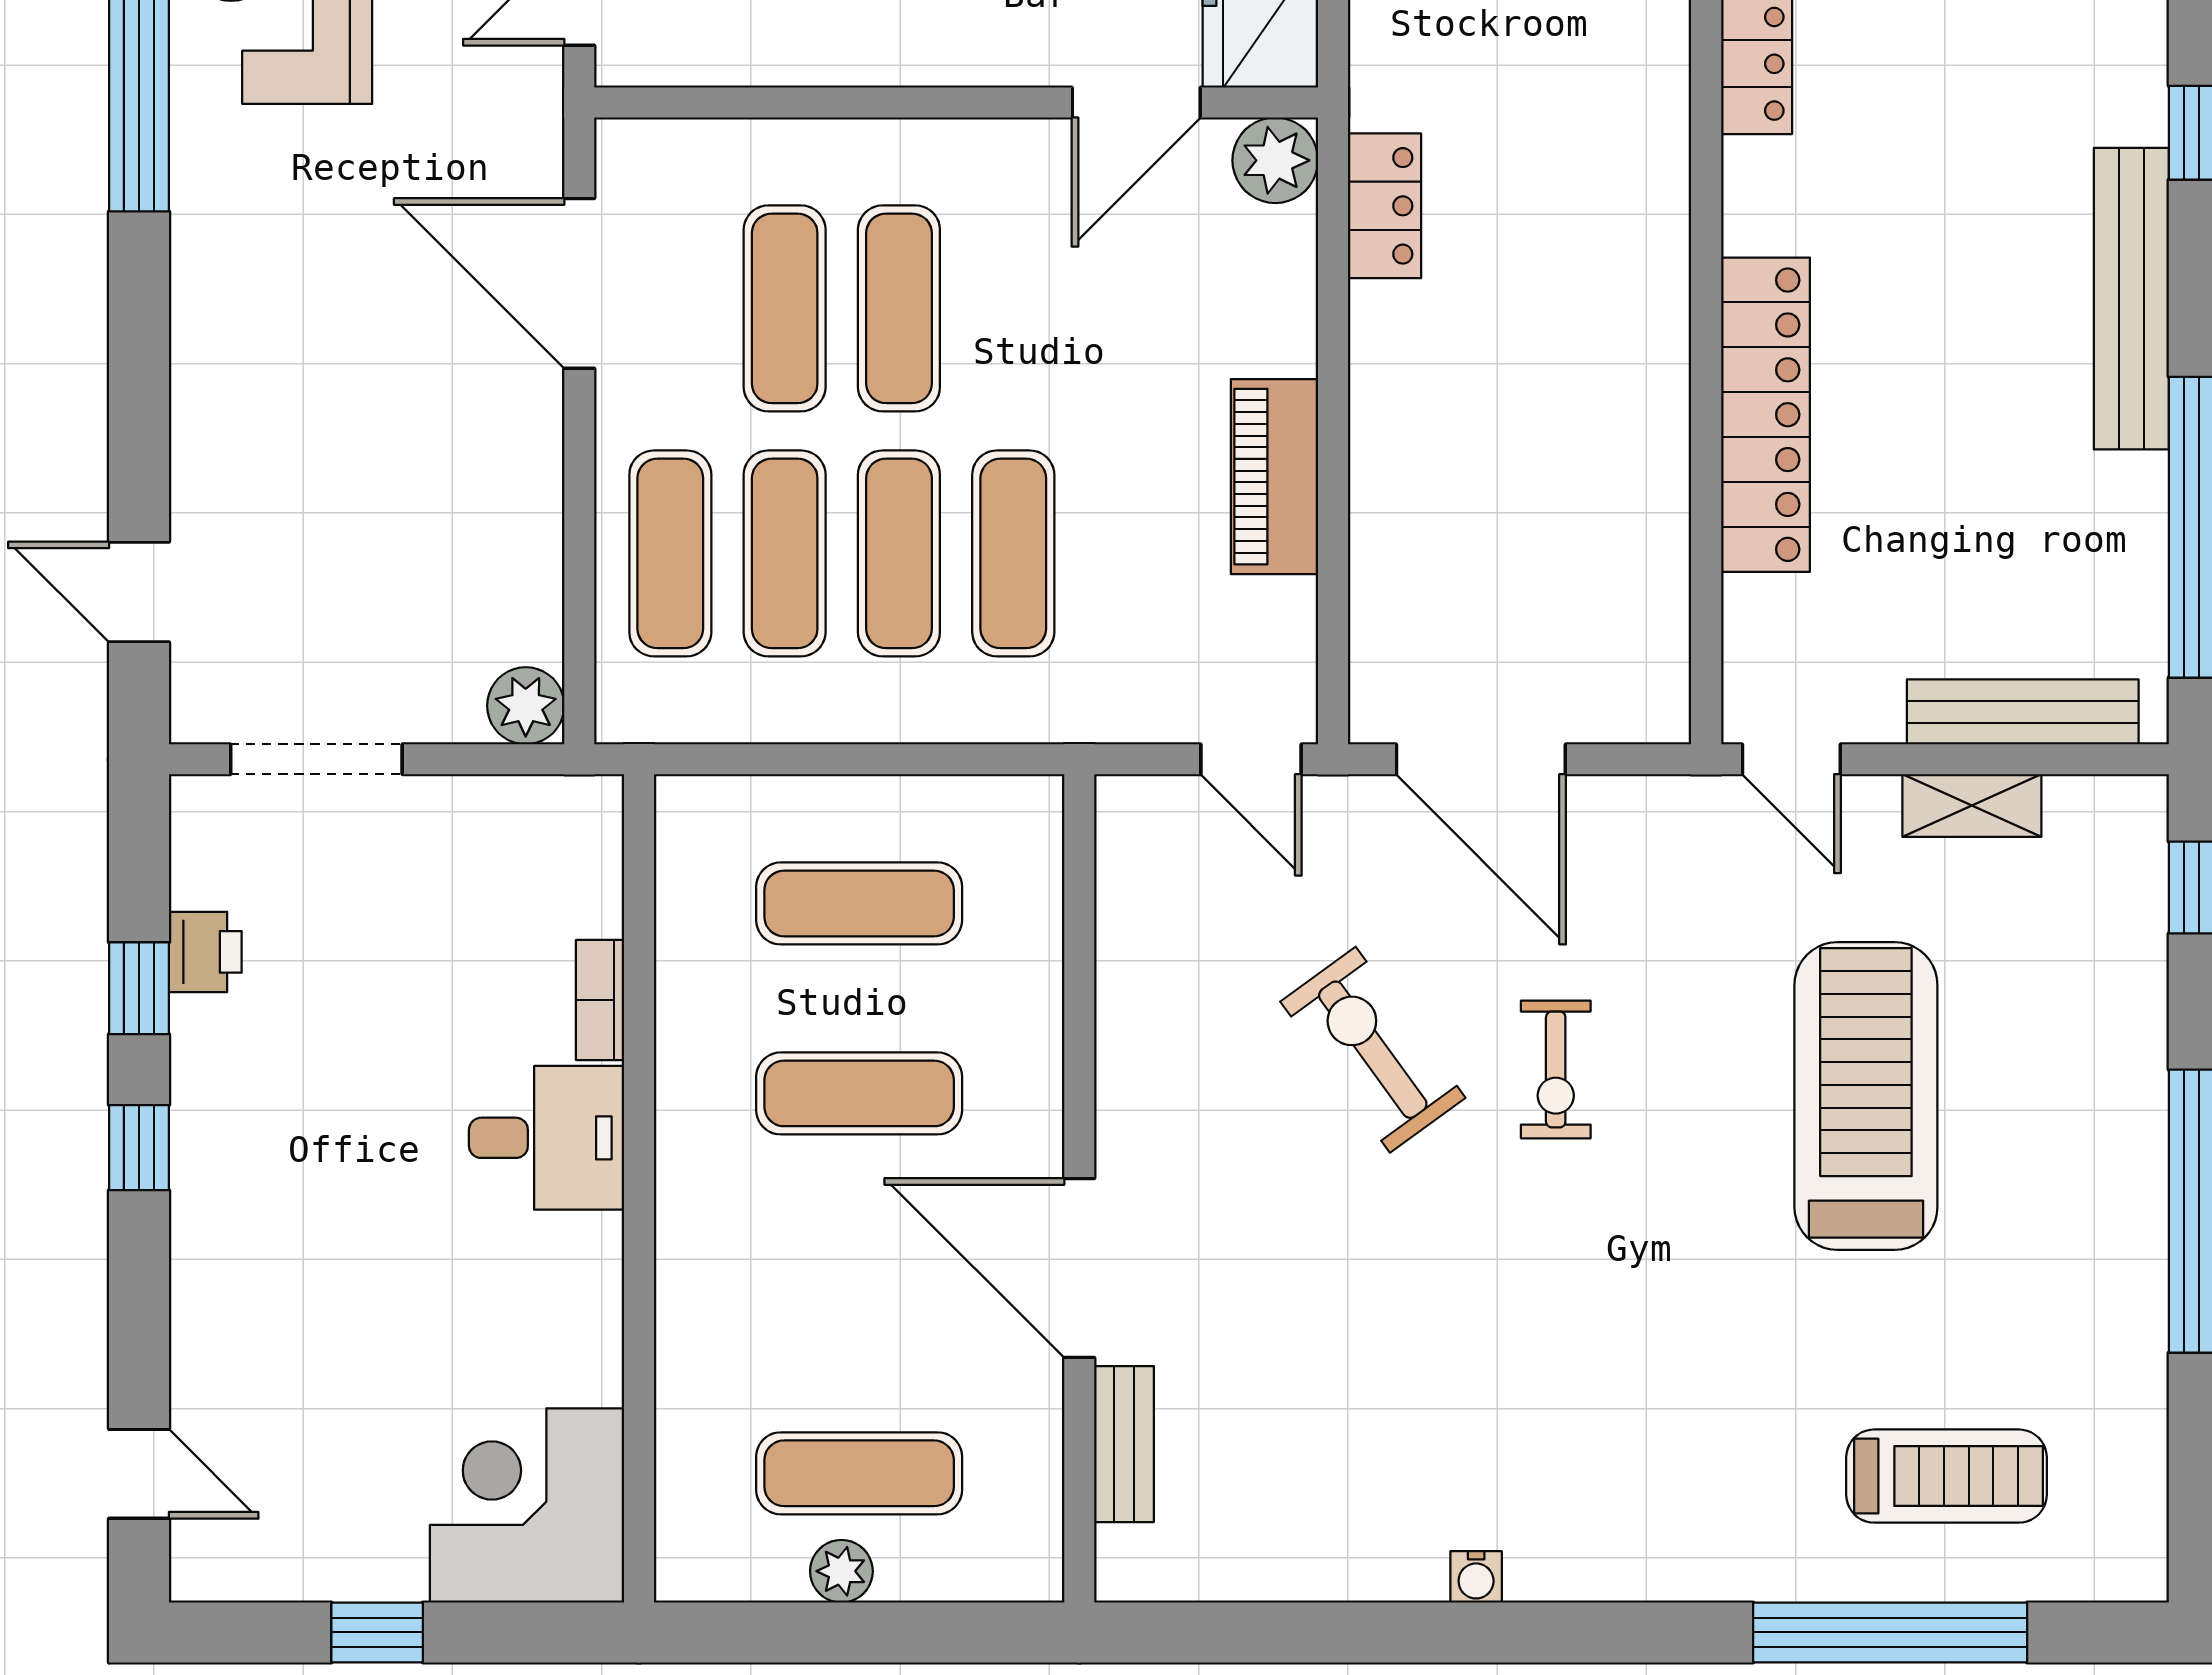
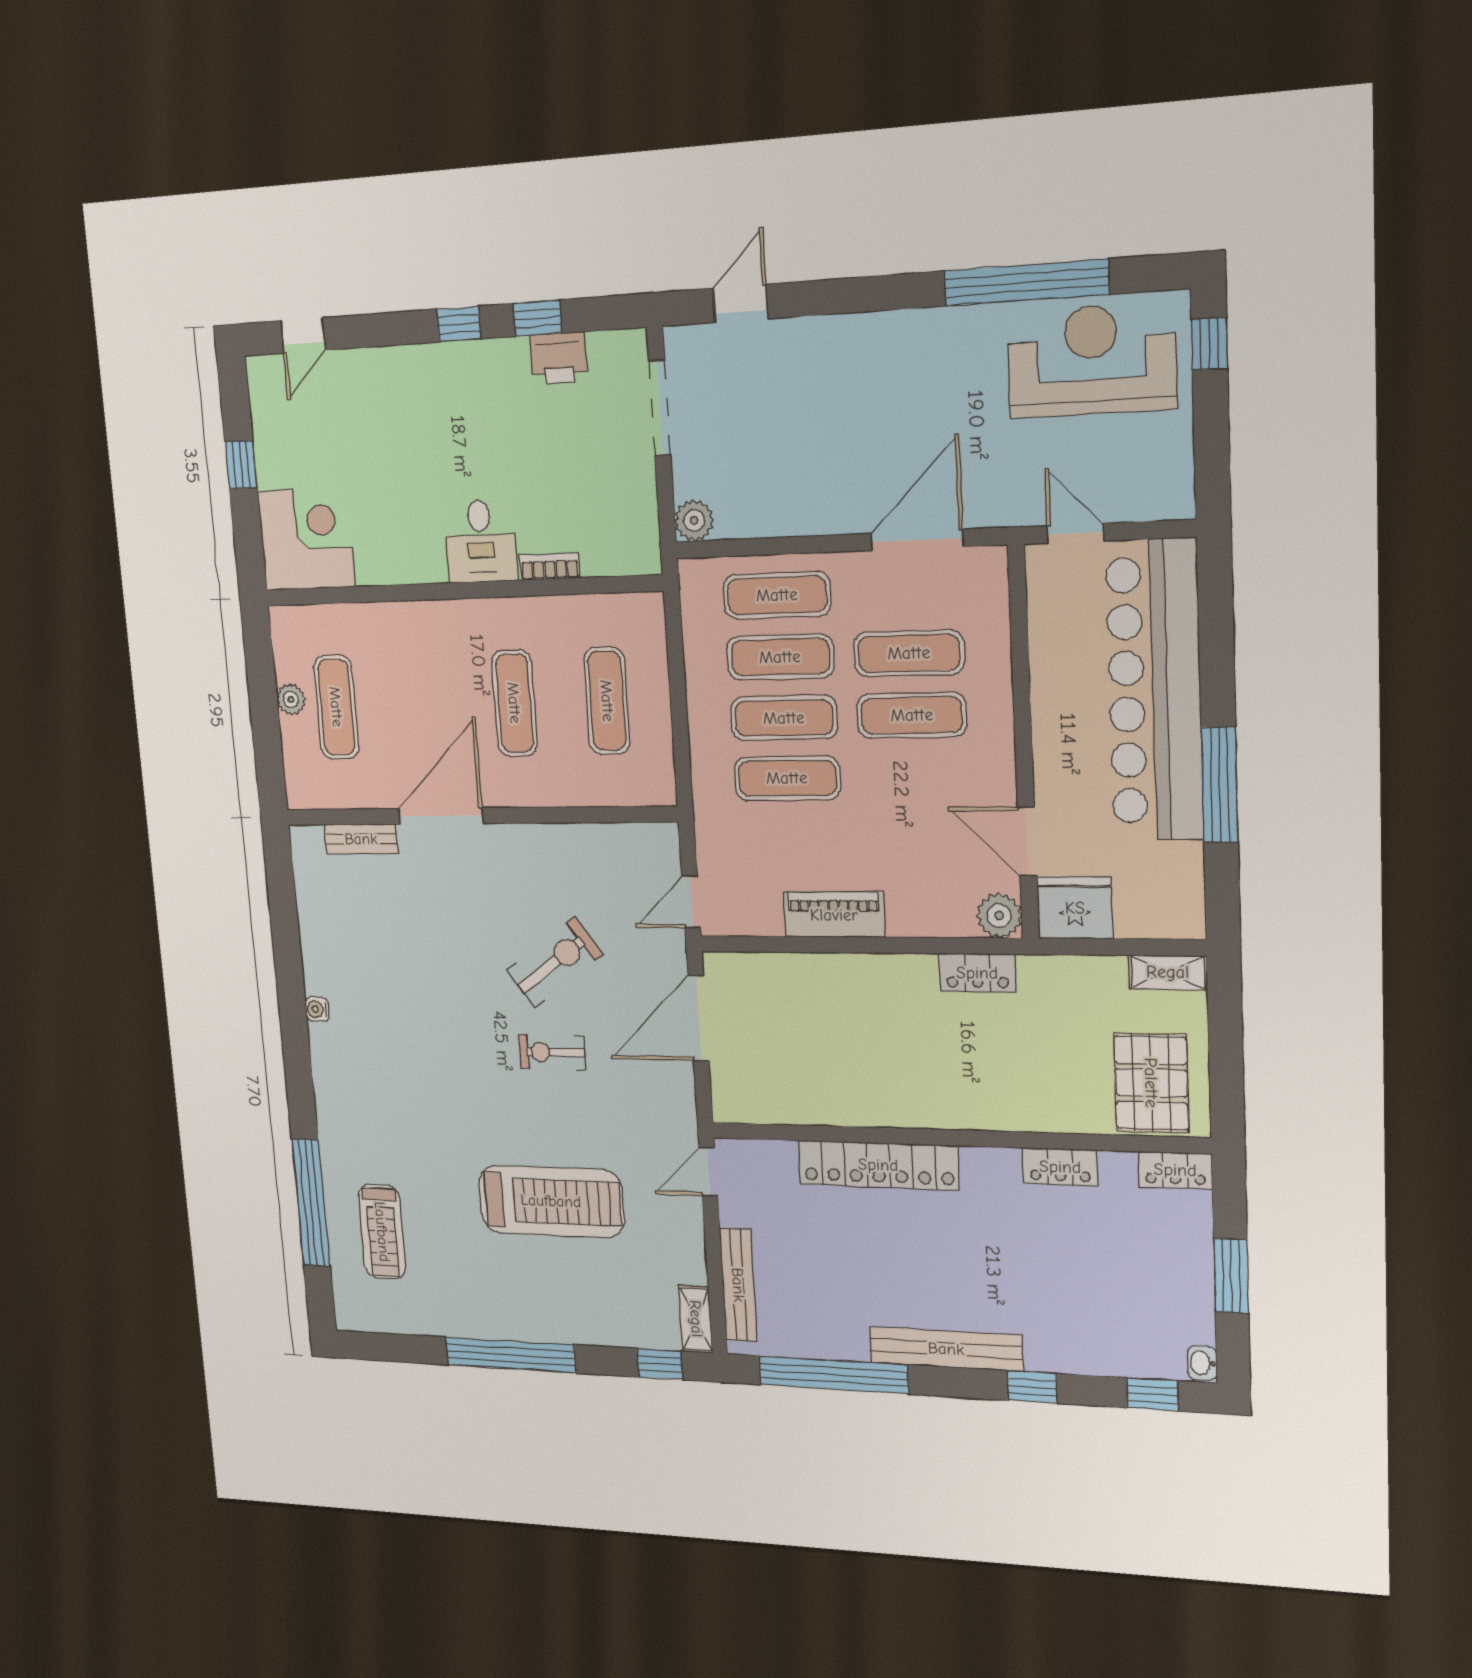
shelving: (1972, 805) -> (696, 1319), moved
printer: (205, 952) -> (559, 358), width x1.36, depth x1.24

